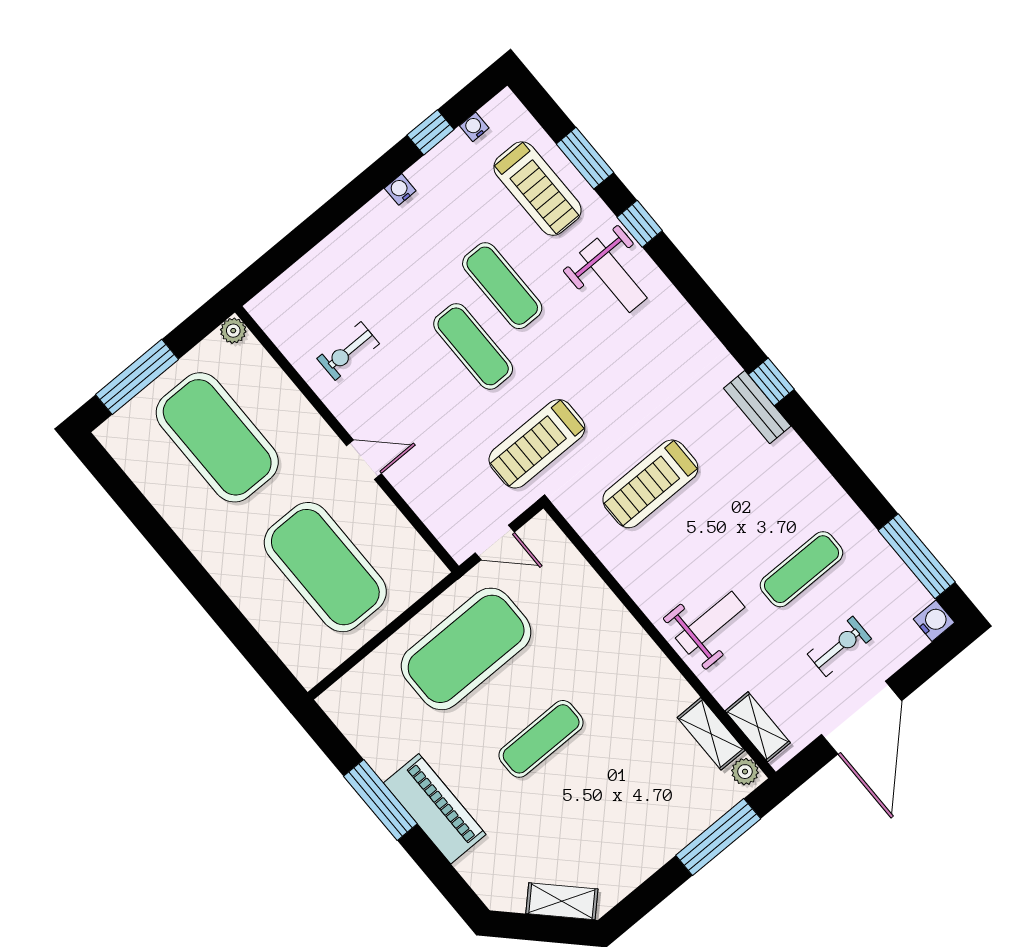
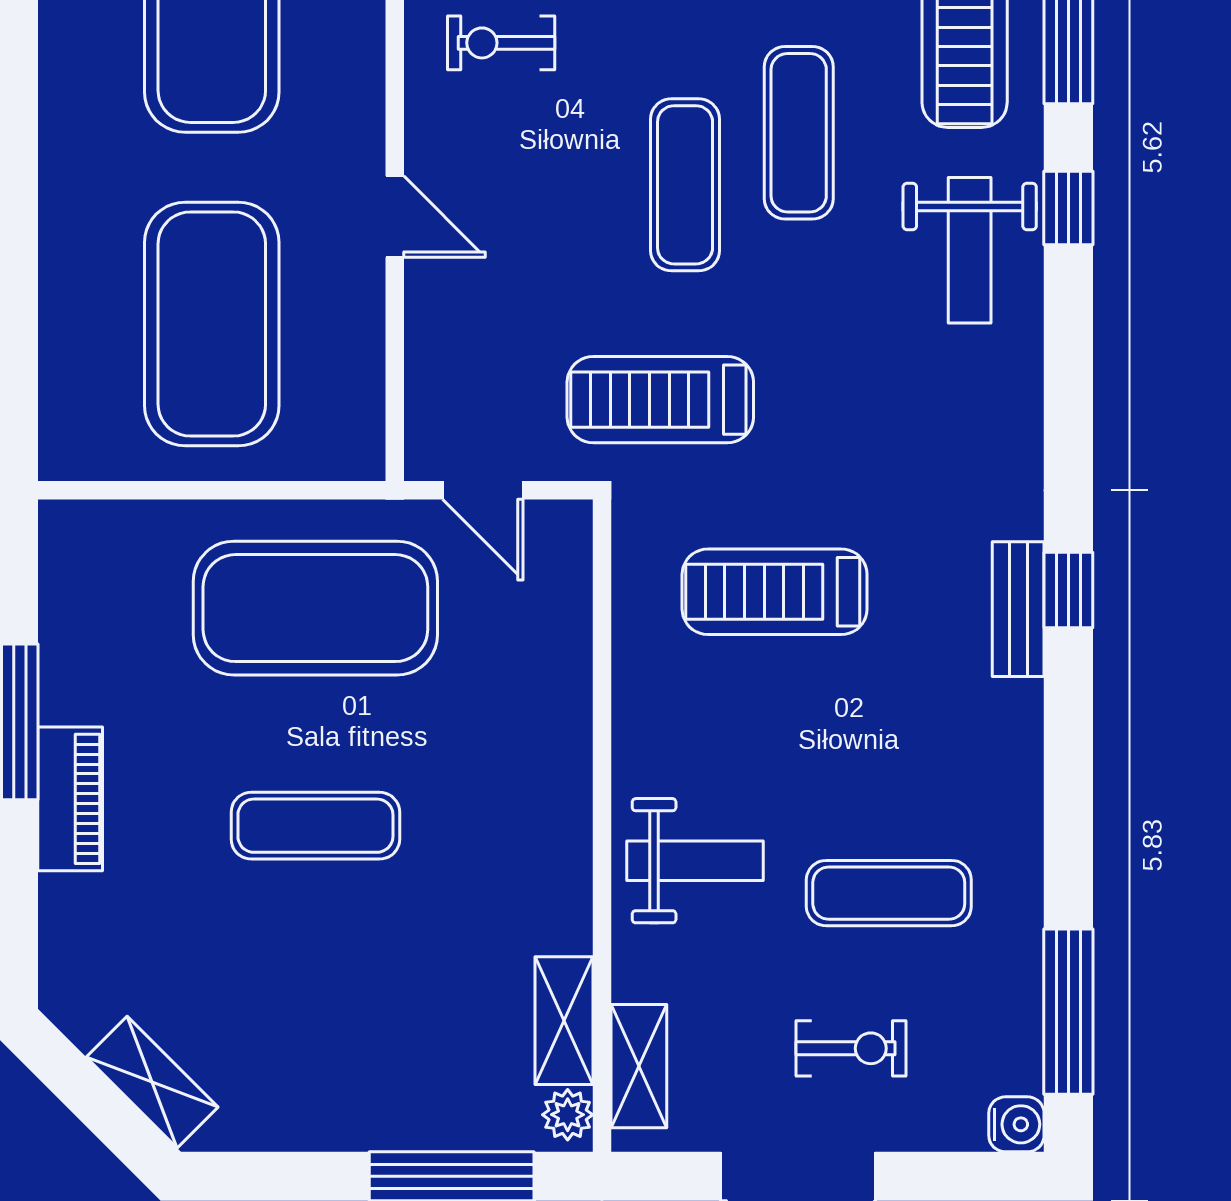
piano: (435, 809) -> (70, 799), width x0.73, depth x0.75

